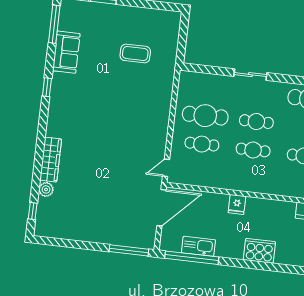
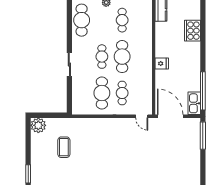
plant: (170, 21) -> (38, 125), added
cafe table: (253, 150) -> (122, 57), width x1.37, depth x1.35
kitchen sink: (198, 246) -> (194, 103), moved
cooker: (259, 251) -> (192, 31), moved

